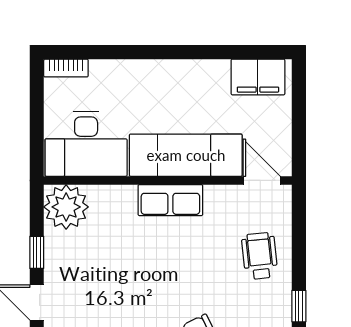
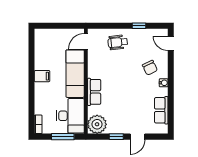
filing cabinet: (258, 77) -> (42, 76), moved, width x0.50
window: (37, 126) -> (63, 137), added
row of seats: (170, 200) -> (94, 92), moved

